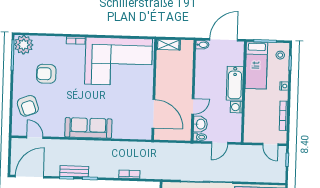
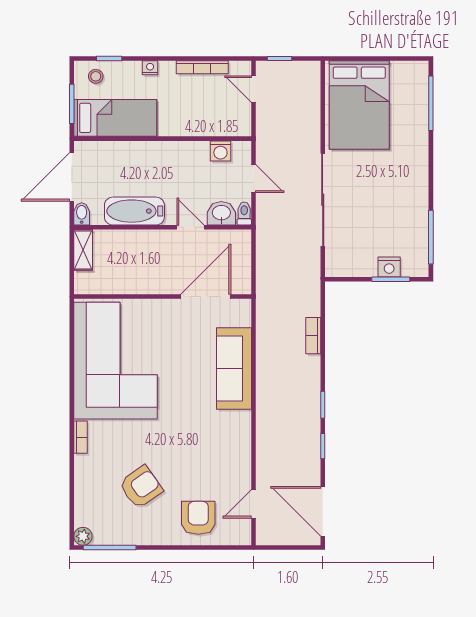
door: (224, 40) -> (72, 177), hinge flipped
plant: (24, 45) -> (83, 536), width x0.53, depth x0.53
shelving: (168, 45) -> (83, 250), moved
armchair: (46, 74) -> (141, 487), turned -125
bathtub: (235, 83) -> (134, 211), moved, turned 180
armchair: (28, 106) -> (198, 518), turned -70
washing machine: (236, 107) -> (220, 151), moved
sofa: (88, 128) -> (234, 368), moved
door: (270, 144) -> (254, 89), swing flipped
bench: (74, 171) -> (311, 433), removed

